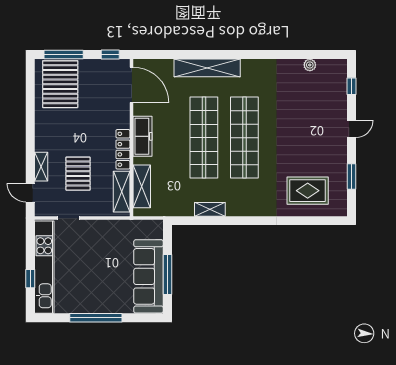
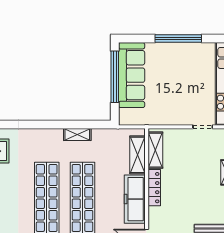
freezer: (143, 136) -> (135, 199), width x1.36, depth x1.26
pallet: (78, 174) -> (194, 166), removed
window: (167, 274) -> (115, 77), width x1.46

